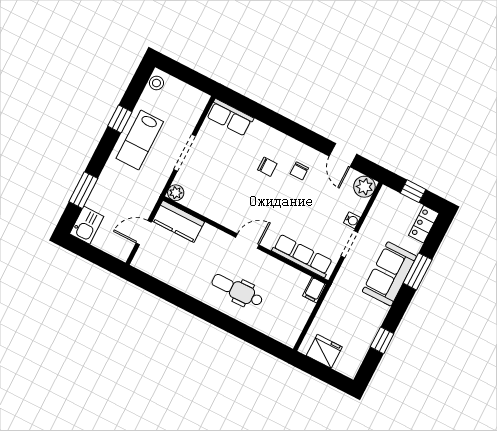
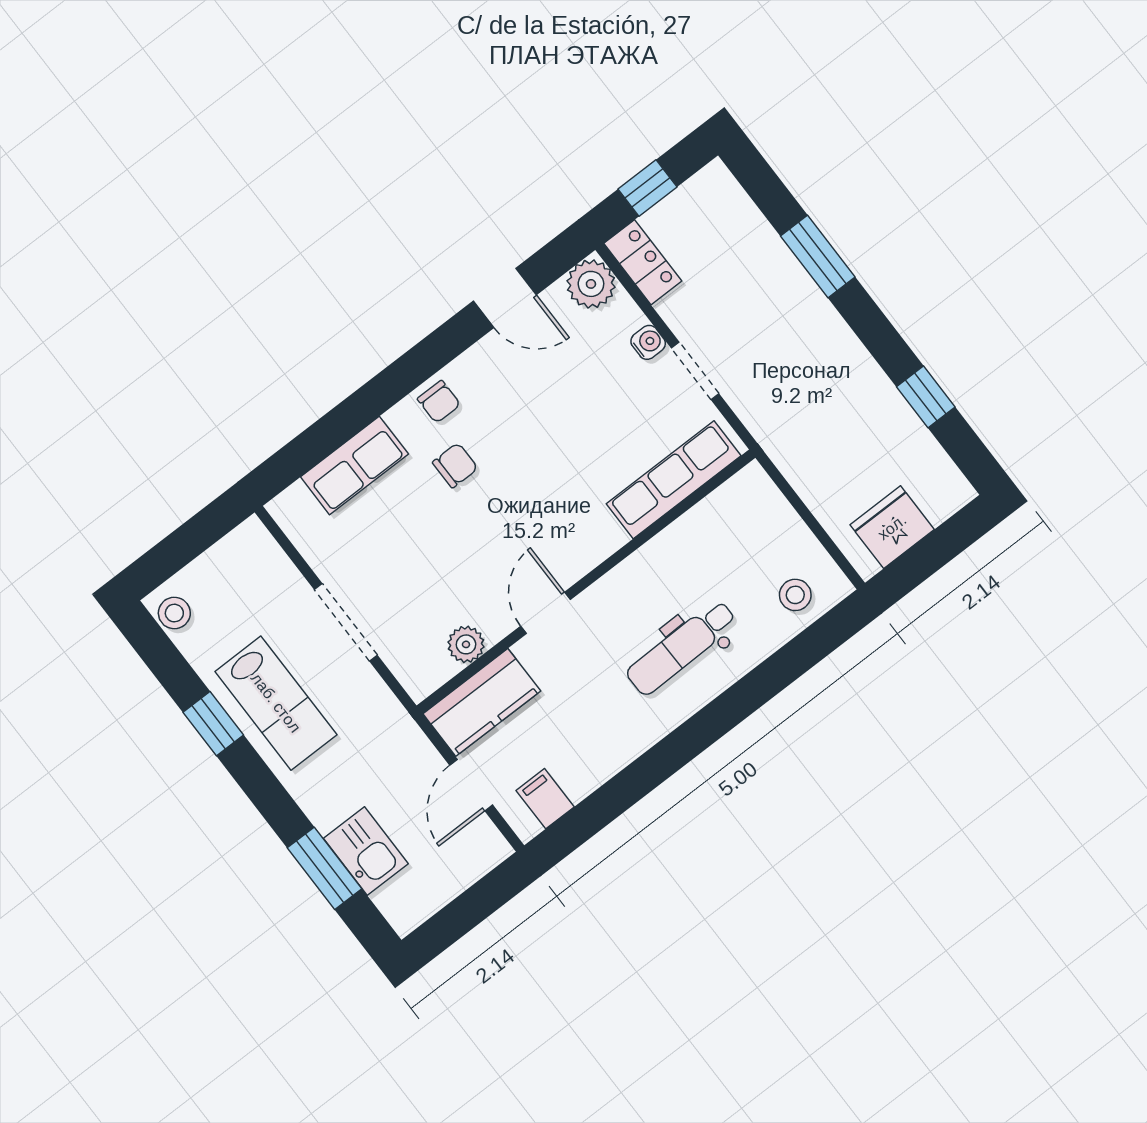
row of seats: (230, 117) -> (354, 465), moved
chair: (299, 171) -> (439, 402), moved
plant: (176, 193) -> (466, 644), moved
locker: (424, 224) -> (643, 262), moved, turned 180
kitchen sink: (87, 225) -> (366, 851), moved
door: (247, 241) -> (546, 613), moved
sofa: (389, 274) -> (796, 317), removed
filing cabinet: (314, 290) -> (545, 799), moved, turned 180
stool: (279, 326) -> (795, 595), added

